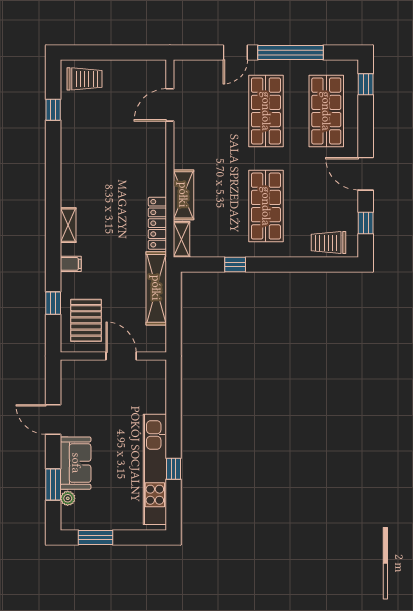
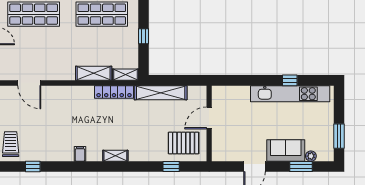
filing cabinet: (71, 264) -> (80, 154), moved

